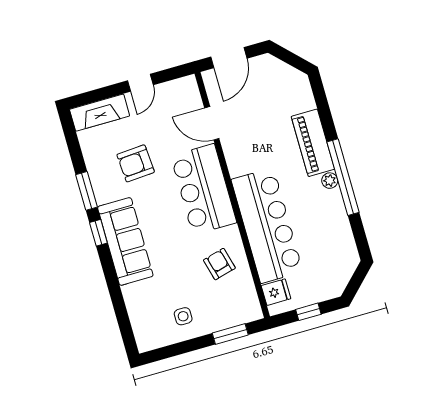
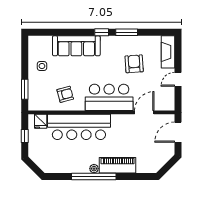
door: (229, 58) -> (178, 132), hinge flipped
door: (140, 83) -> (178, 79), hinge flipped
sofa: (125, 241) -> (76, 46), moved

